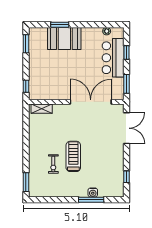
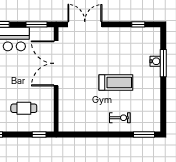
cafe table: (50, 72) -> (24, 108), added
shelving: (42, 109) -> (64, 117), removed
treadmill: (73, 156) -> (116, 83), turned 180
exercise bike: (53, 164) -> (120, 118), moved

